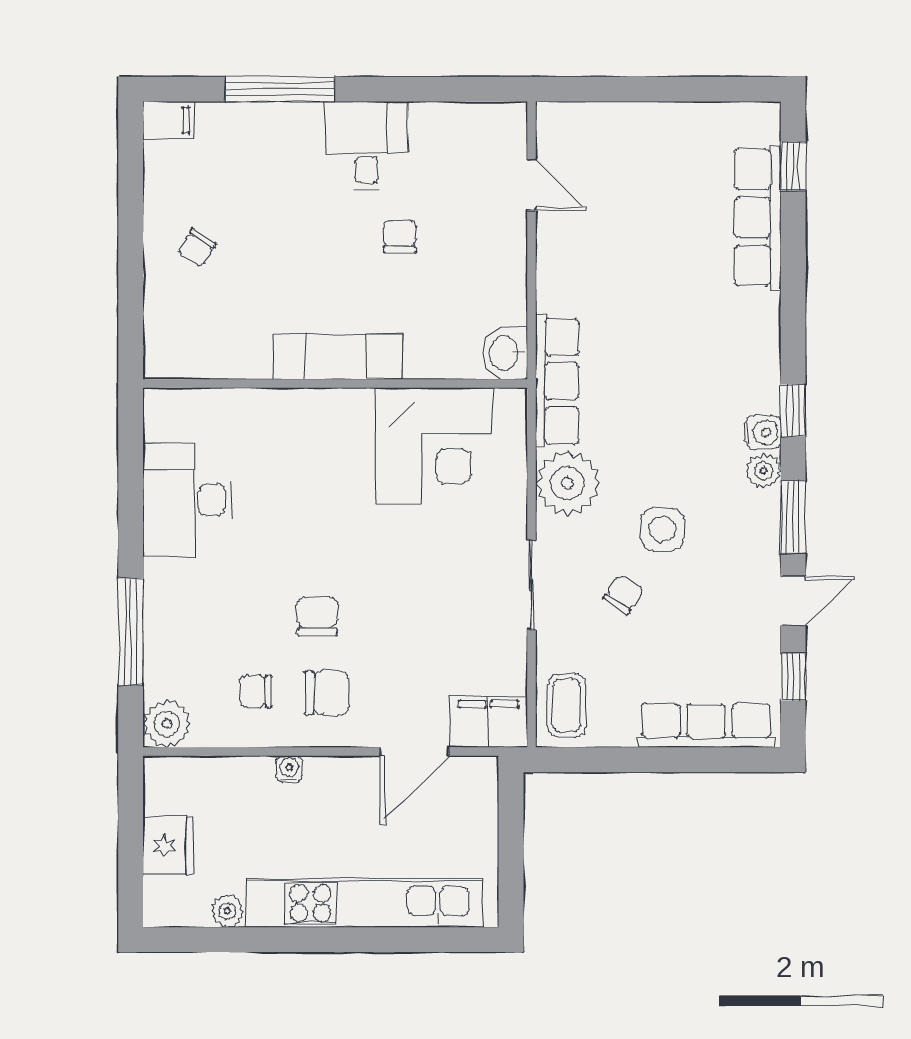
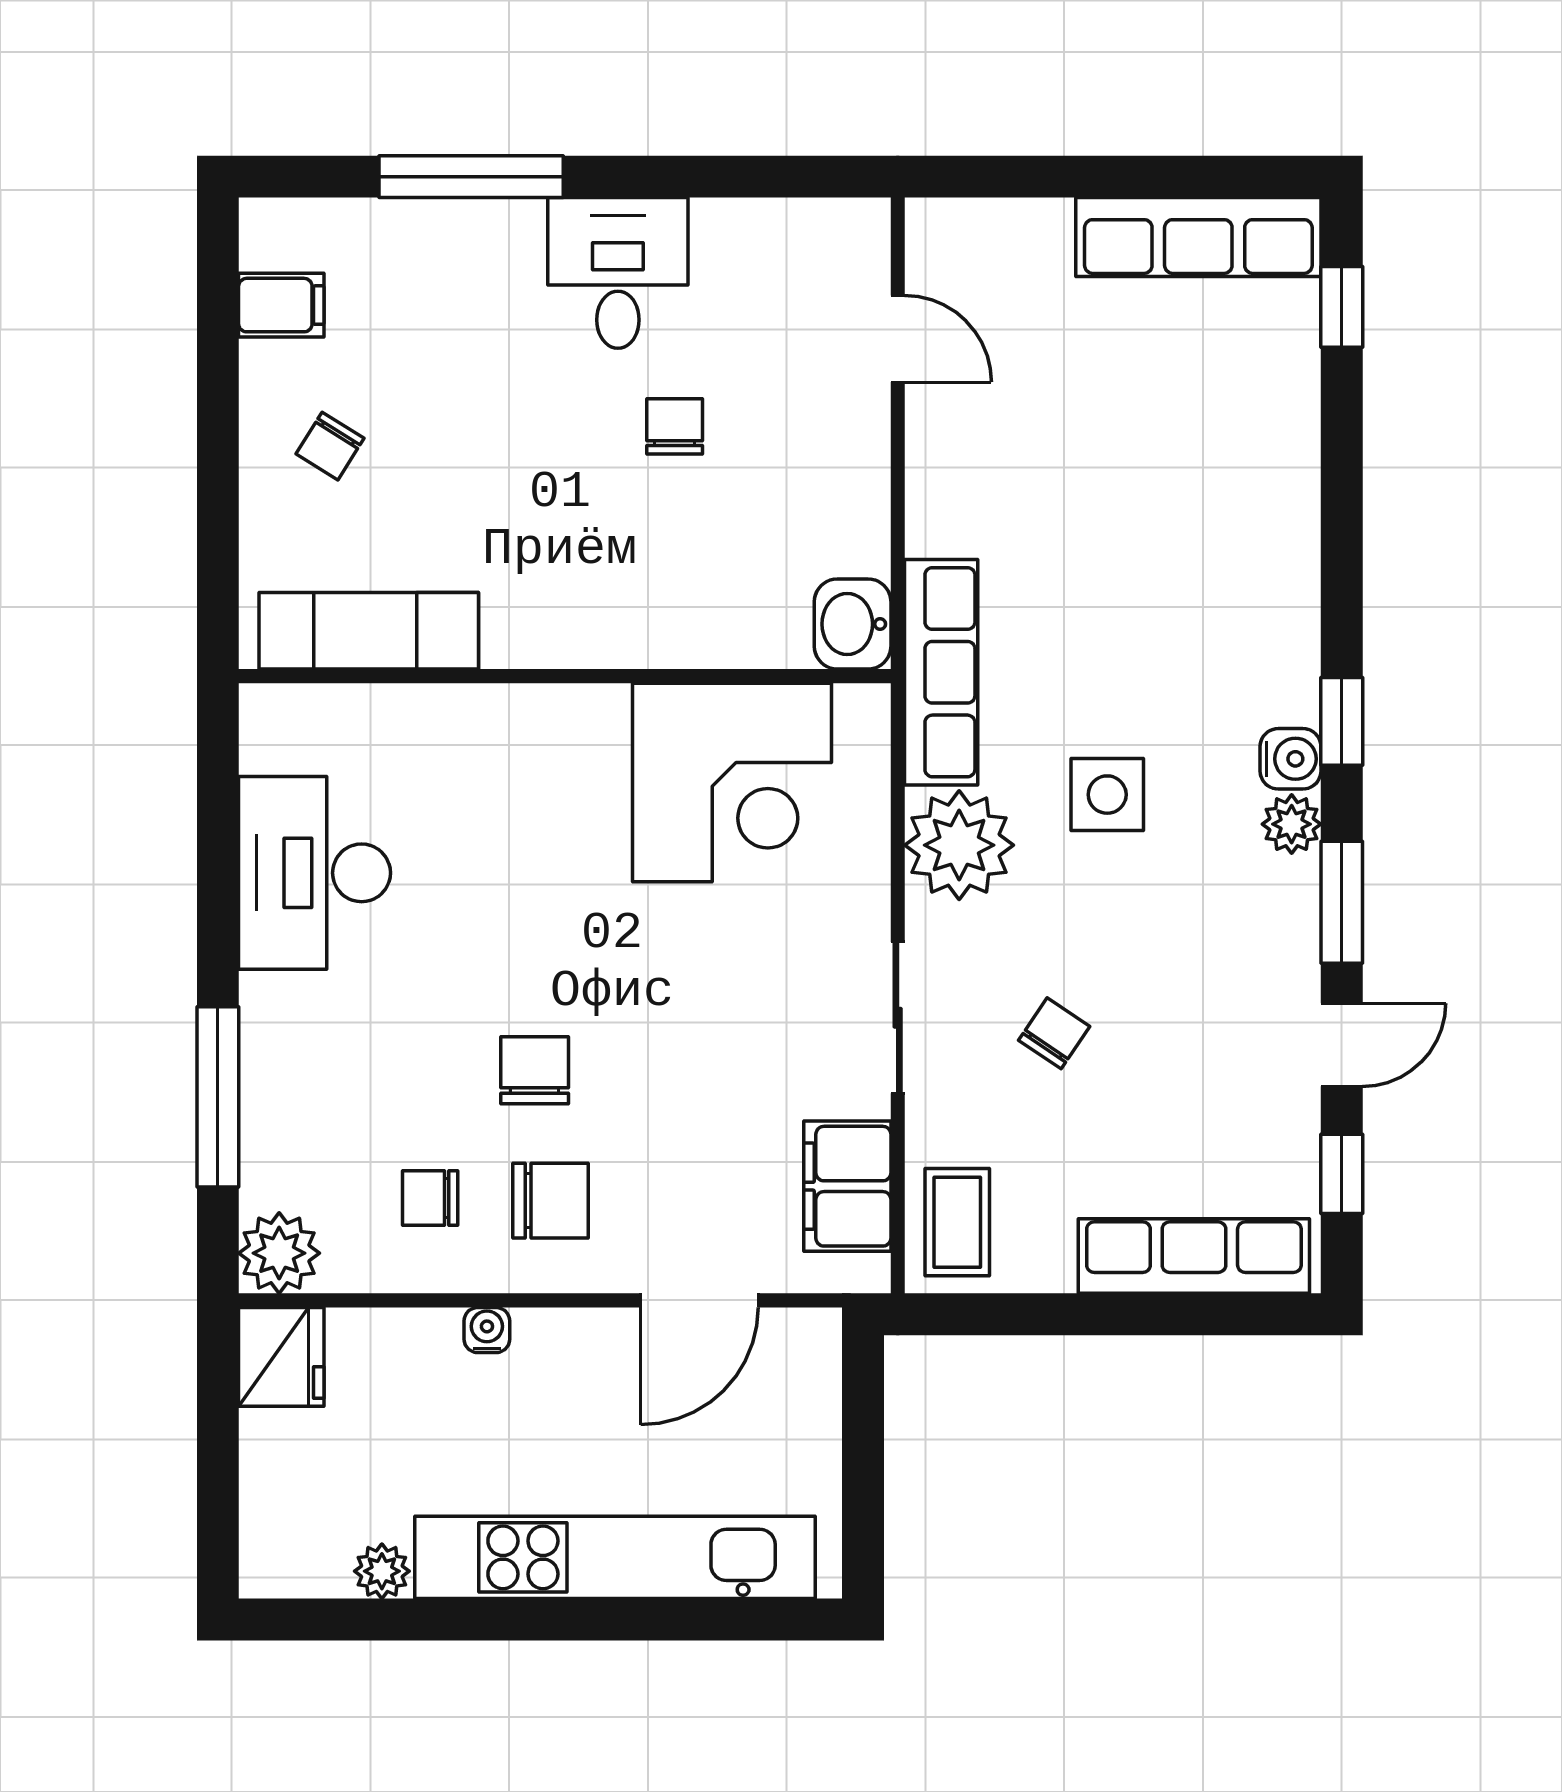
filing cabinet: (168, 120) -> (281, 305), moved
row of seats: (758, 217) -> (1198, 237), moved, turned -90
exam couch: (338, 357) -> (369, 631), moved
side table: (662, 529) -> (1107, 795), moved
filing cabinet: (488, 722) -> (847, 1186), moved, turned -90
fridge: (168, 846) -> (281, 1357), moved

